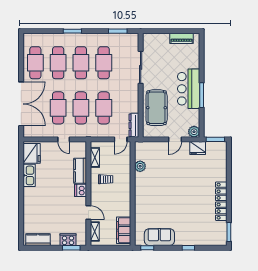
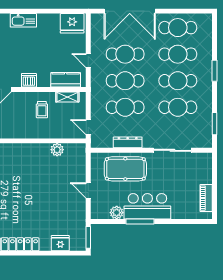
dresser: (134, 125) -> (128, 142), moved
plant: (194, 132) -> (117, 213), moved
door: (64, 139) -> (88, 61), hinge flipped
fridge: (198, 148) -> (60, 243), moved, turned 90
kitchen counter: (80, 171) -> (66, 80), moved
kitchen sink: (29, 175) -> (23, 20), moved

